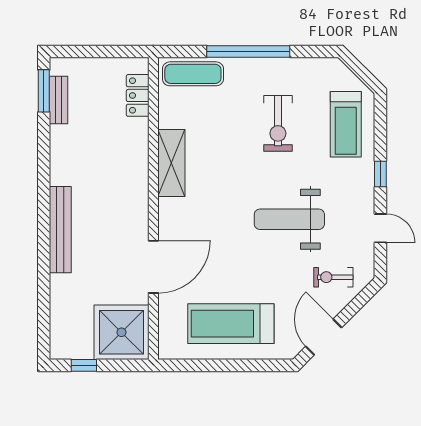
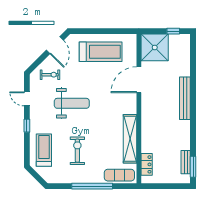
shelving: (171, 163) -> (130, 139), width x1.47

